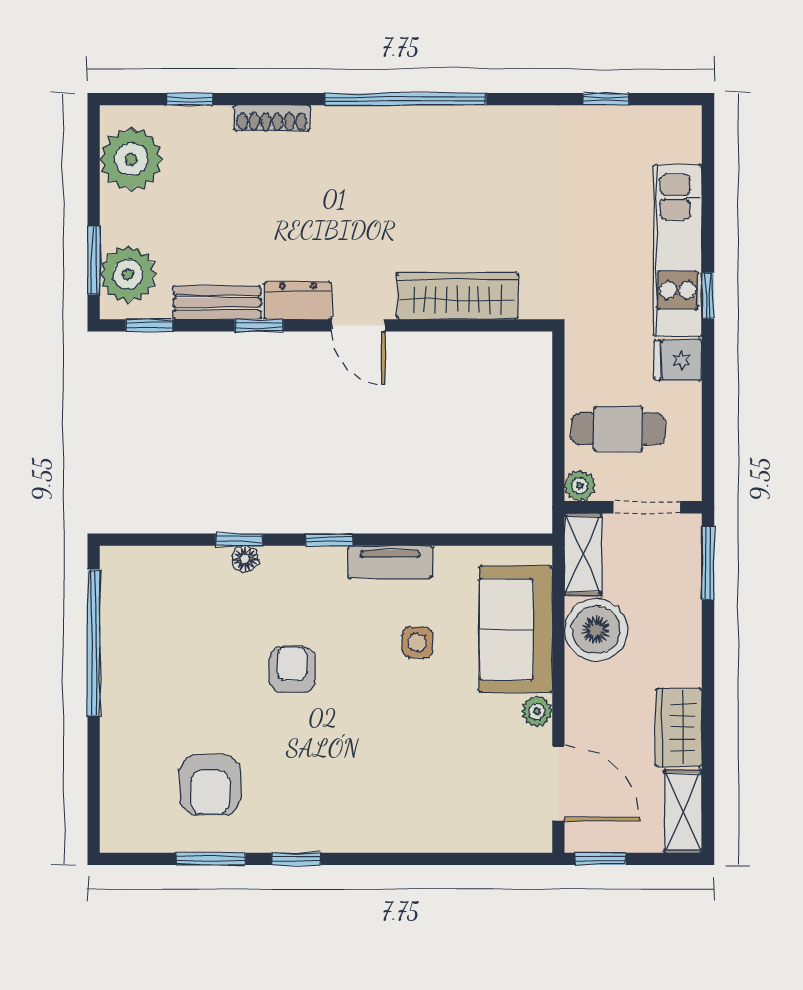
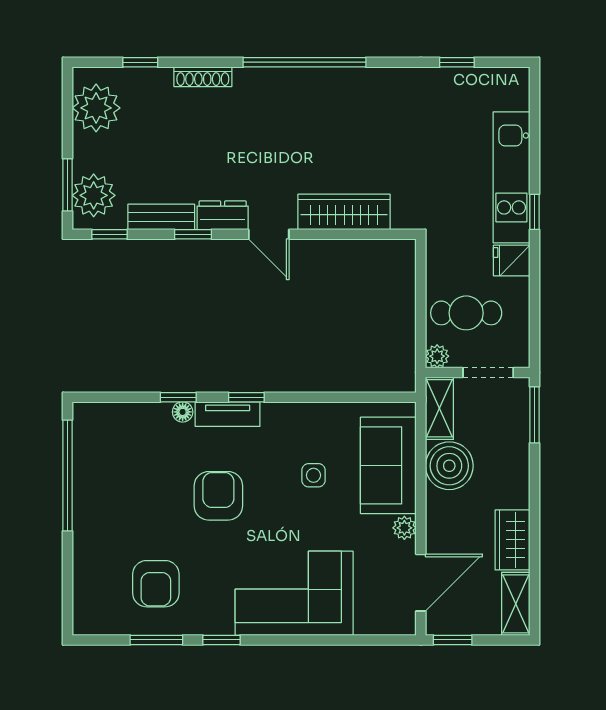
tv unit: (390, 562) -> (228, 414), moved
armchair: (292, 669) -> (218, 496), width x1.38, depth x1.38
door: (558, 783) -> (421, 583), hinge flipped
corner sofa: (392, 797) -> (294, 593), added

